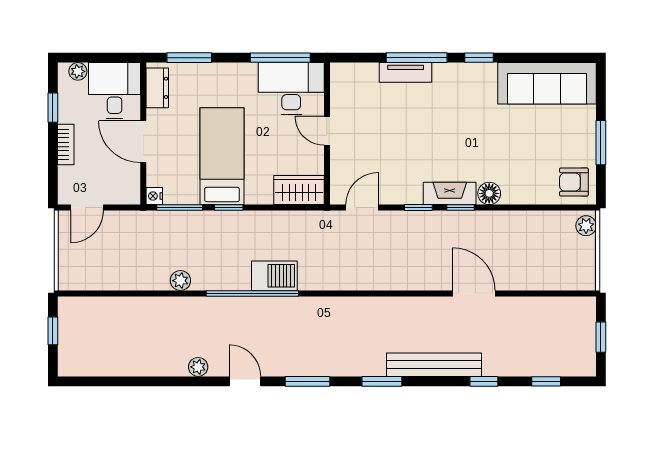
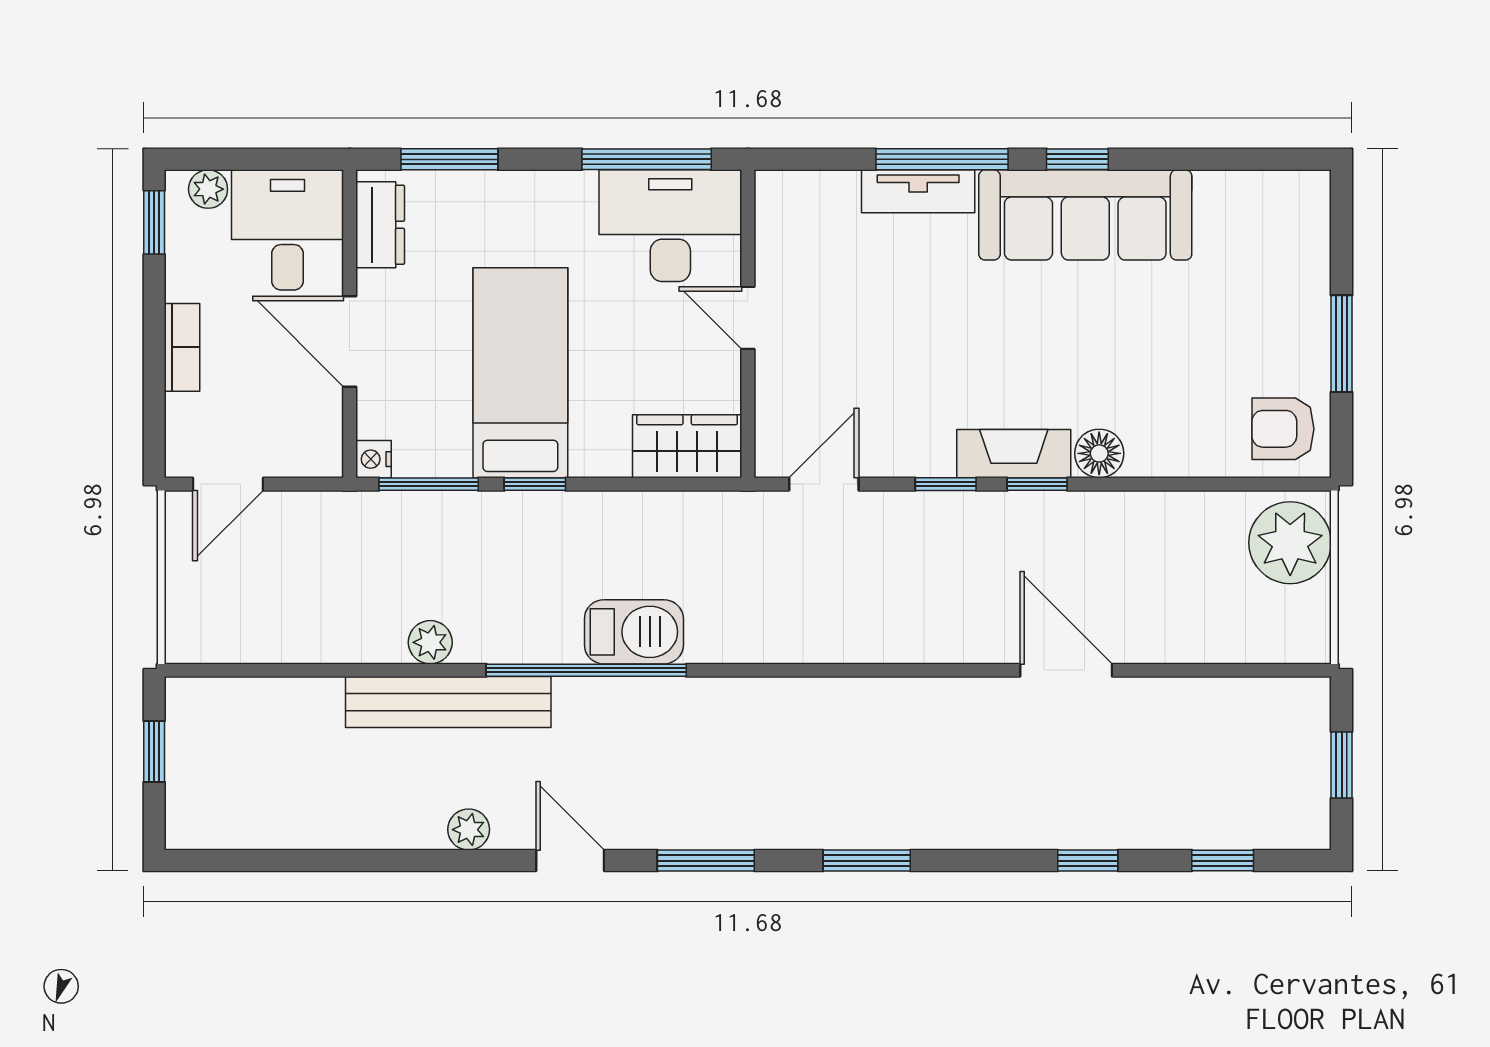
sofa: (547, 83) -> (1085, 215), moved
window: (53, 108) -> (154, 222), moved
plant: (586, 226) -> (1290, 543), width x1.88, depth x1.88
bench: (434, 365) -> (448, 702), moved

